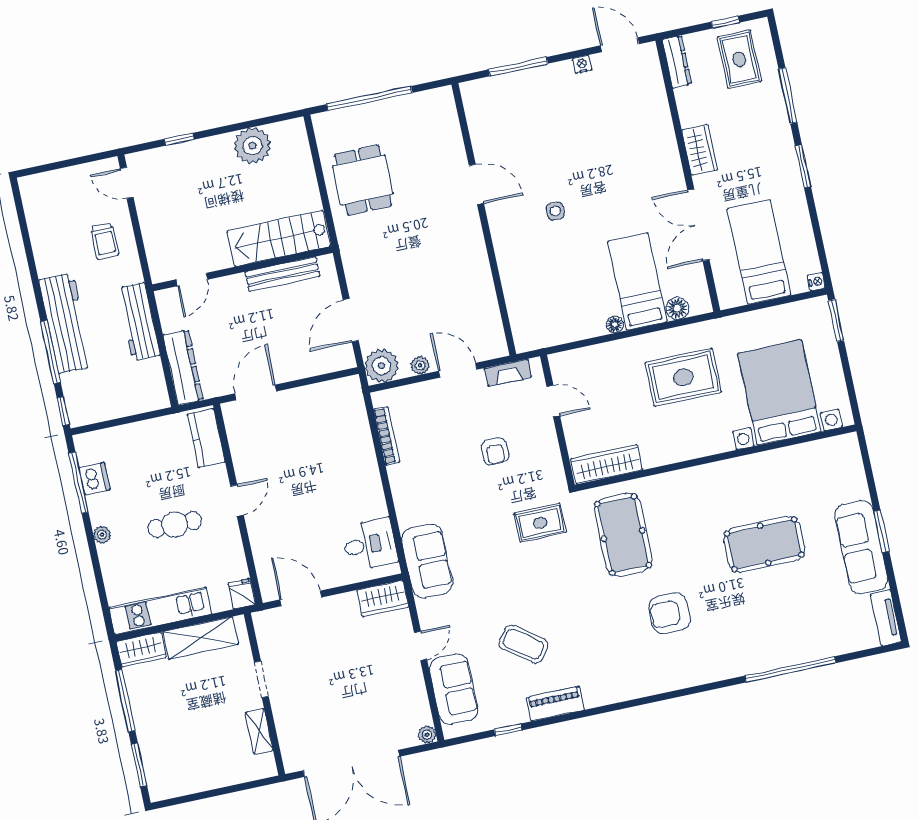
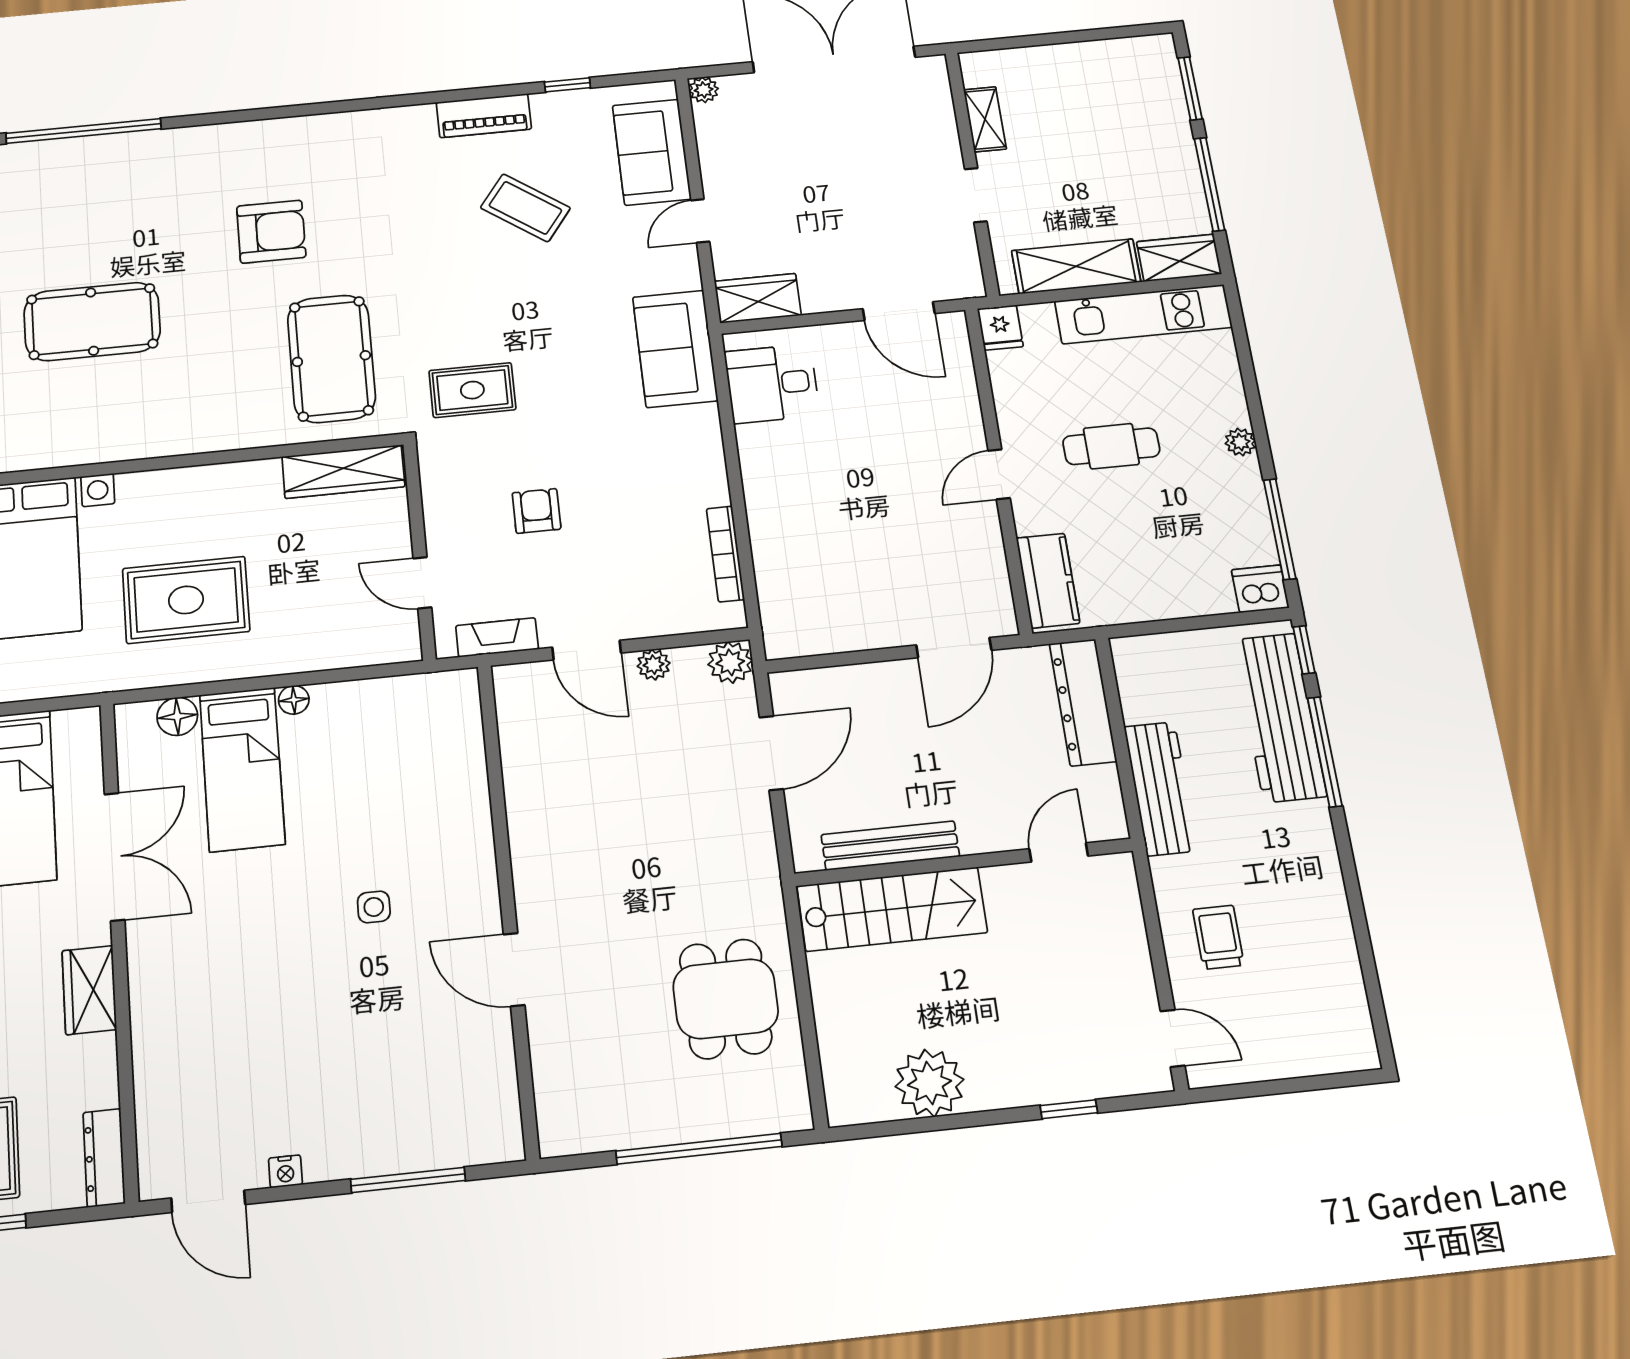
workbench: (66, 323) -> (1279, 717), moved
plant: (381, 366) -> (730, 662), width x0.73, depth x0.73
dishwasher: (95, 479) -> (1260, 589), moved, turned 90

